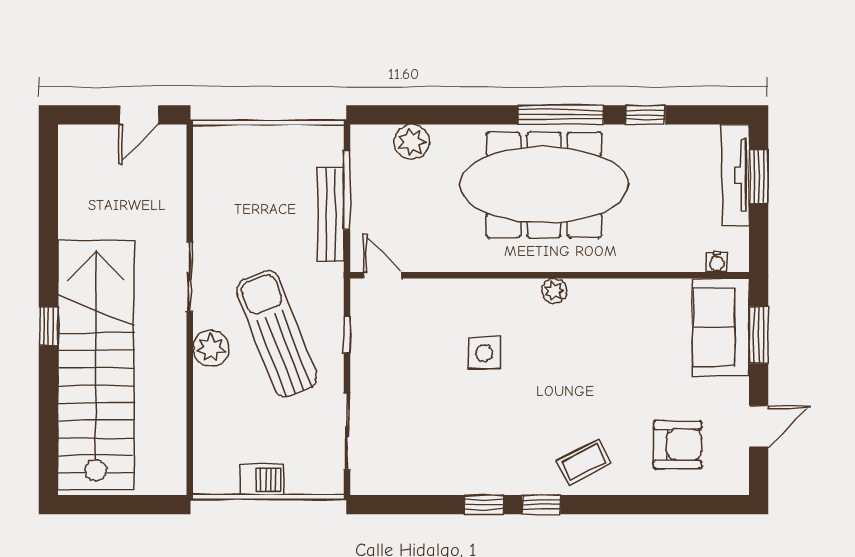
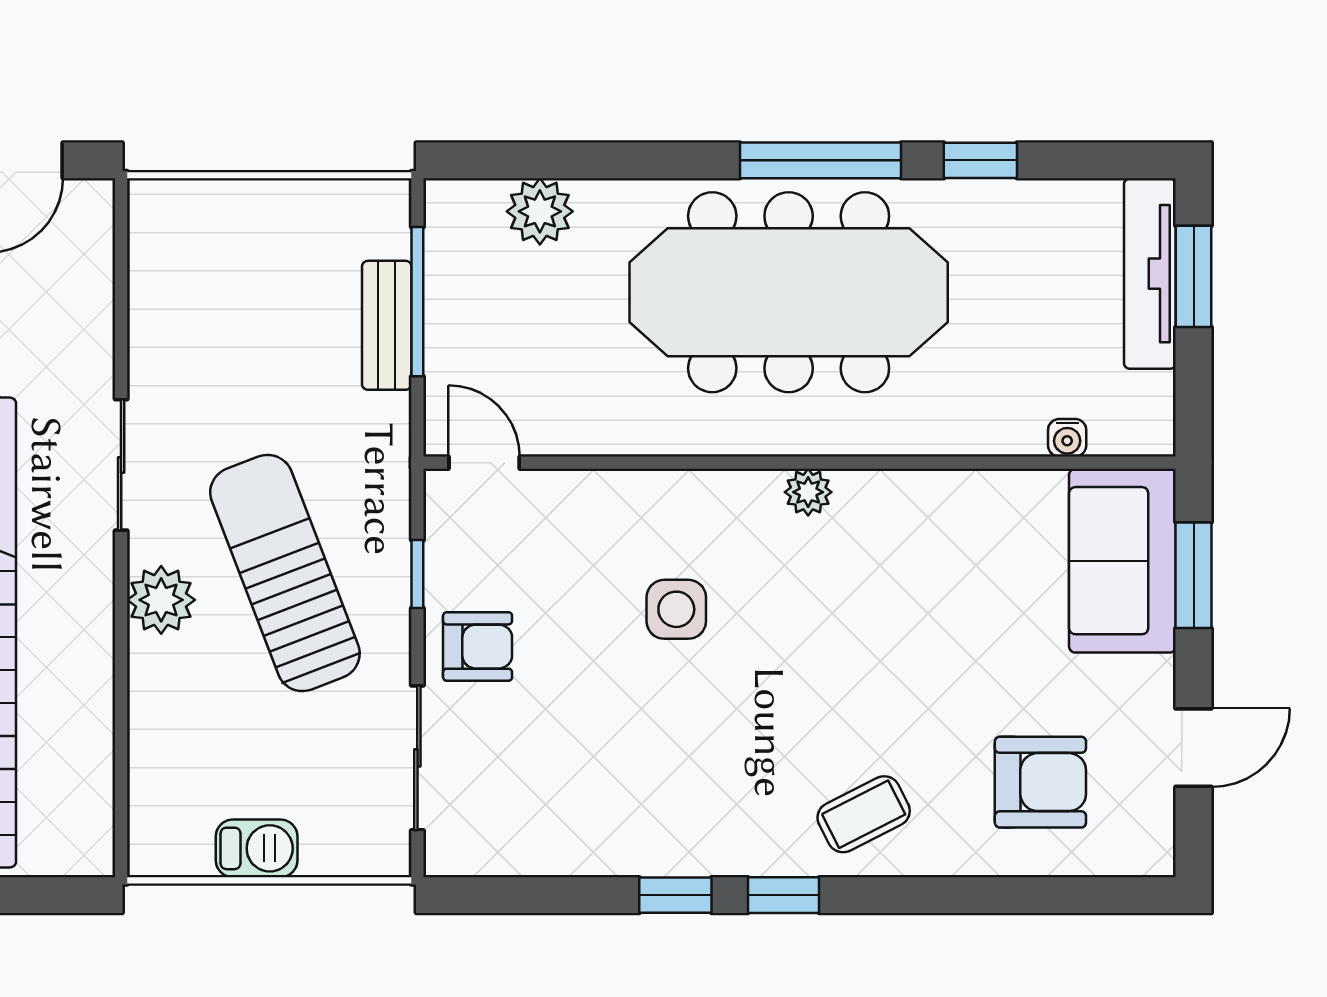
bench: (331, 215) -> (387, 325), width x0.73
water cooler: (717, 262) -> (1067, 438), moved
armchair: (379, 373) -> (478, 647), added

